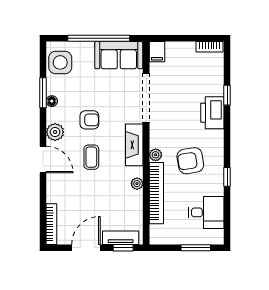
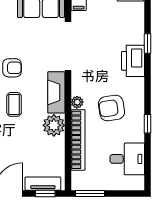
plant: (137, 184) -> (54, 125), width x1.88, depth x1.88
window: (196, 248) -> (90, 194), moved

